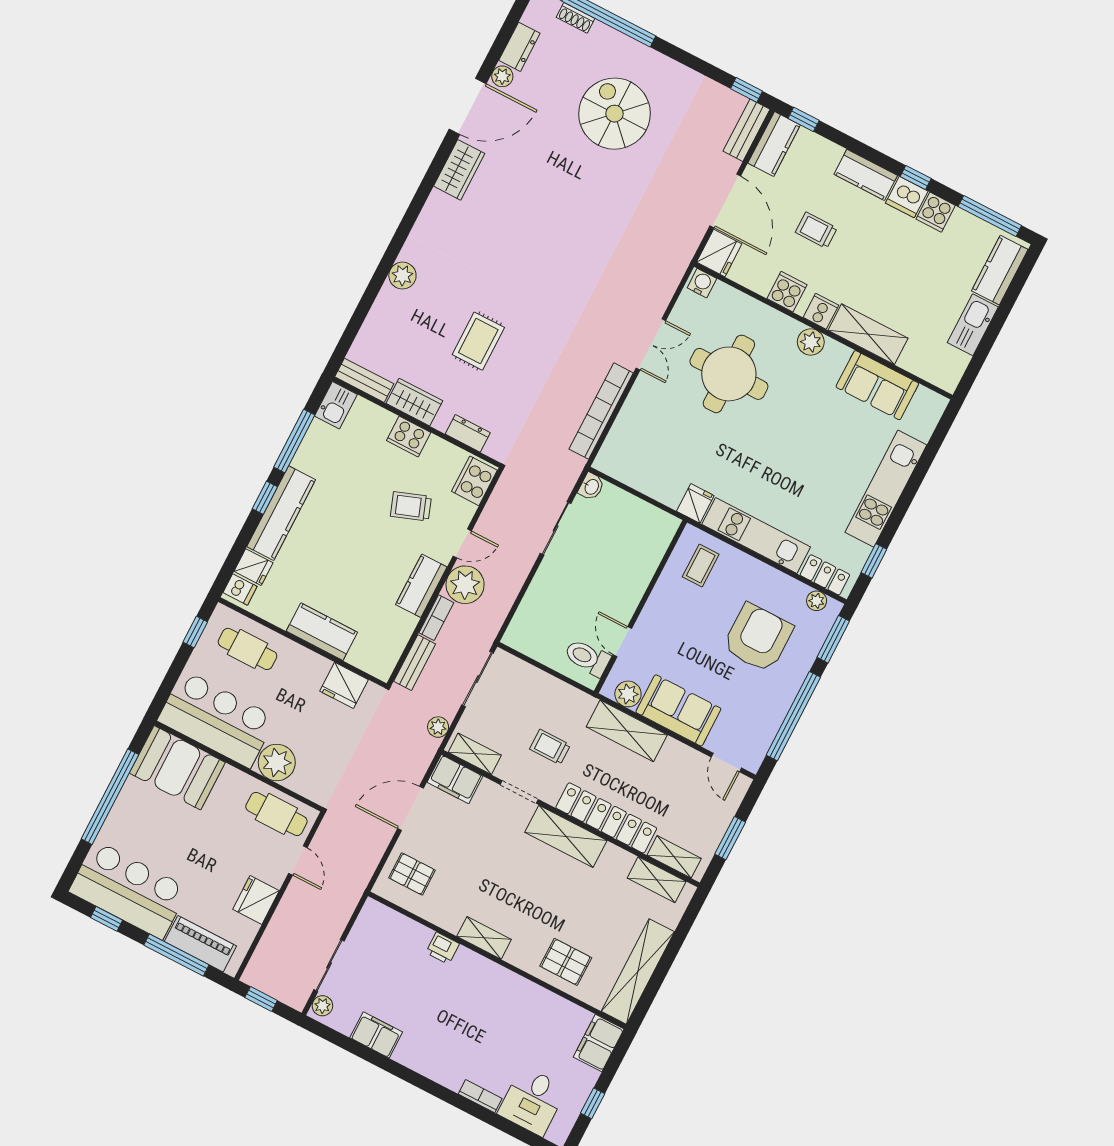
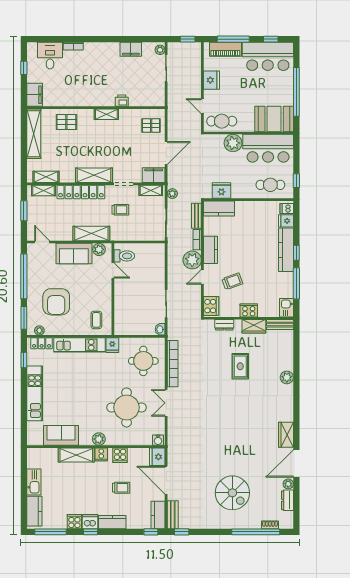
round table: (653, 444) -> (143, 361), added
kitchen counter: (322, 632) -> (219, 208), moved

